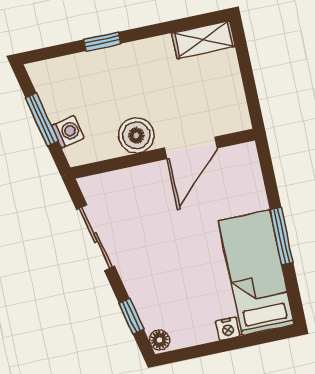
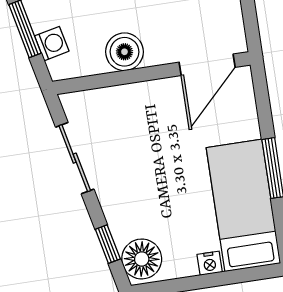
door: (191, 148) -> (207, 65), moved
floor lamp: (160, 340) -> (142, 259), width x1.89, depth x1.89

